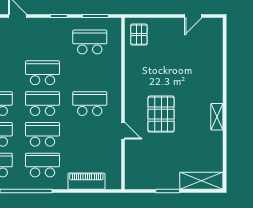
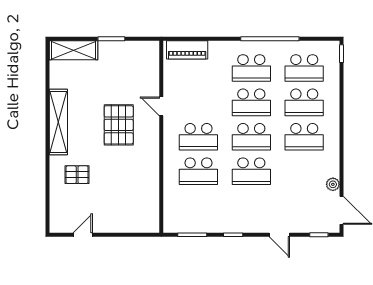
pallet: (139, 35) -> (77, 175), moved, turned 90
school desk: (90, 42) -> (198, 171), moved
shelving: (217, 117) -> (58, 122), width x2.20, depth x1.33
piano: (86, 181) -> (187, 50), moved

